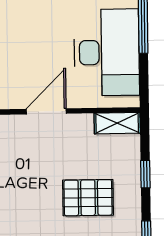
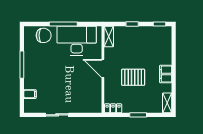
pallet: (88, 198) -> (133, 77), moved, turned 90

